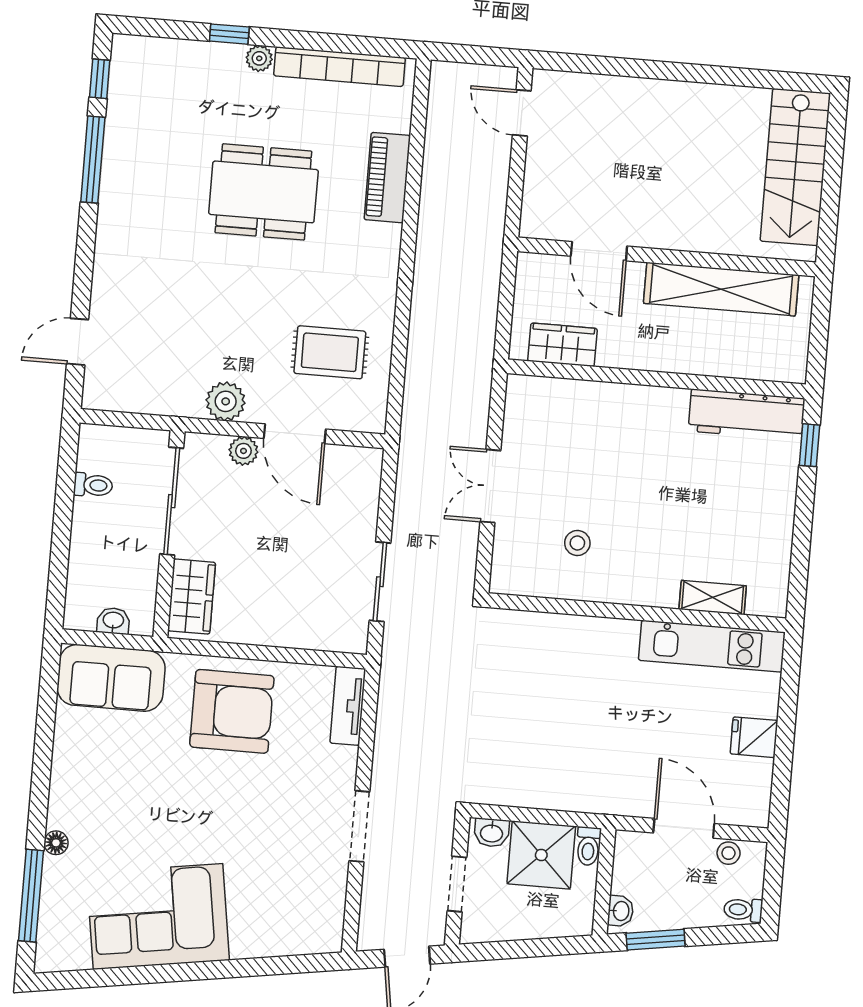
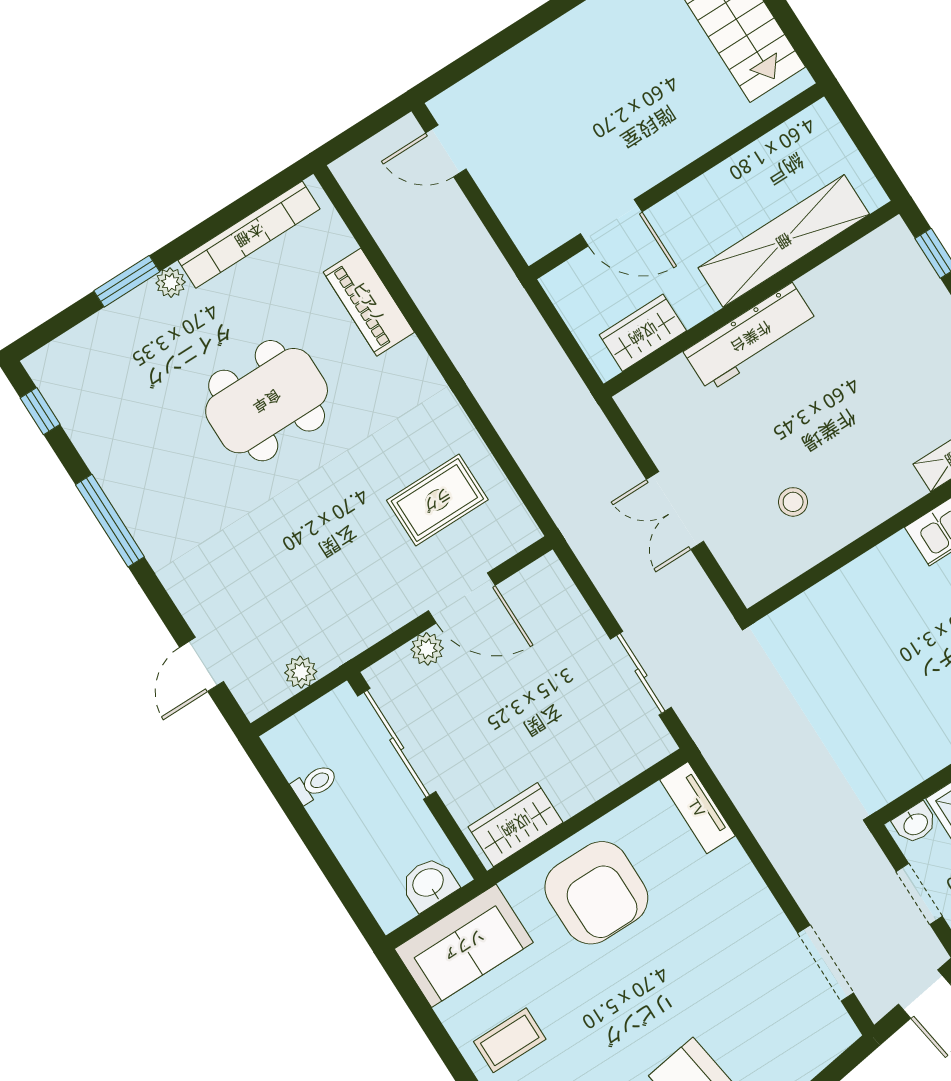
window: (229, 34) -> (127, 281), width x1.50
window: (93, 160) -> (110, 521), moved
shelving: (721, 289) -> (784, 241), moved
plant: (226, 401) -> (301, 672), moved, width x0.73, depth x0.73
workbench: (746, 415) -> (751, 337), moved
wardrobe: (192, 597) -> (516, 825), moved, turned -90
washbasin: (113, 621) -> (429, 883), width x1.38, depth x1.45
armchair: (232, 711) -> (596, 893), turned 90
coffee table: (93, 768) -> (510, 1040), added
doorway: (359, 826) -> (826, 963), moved

